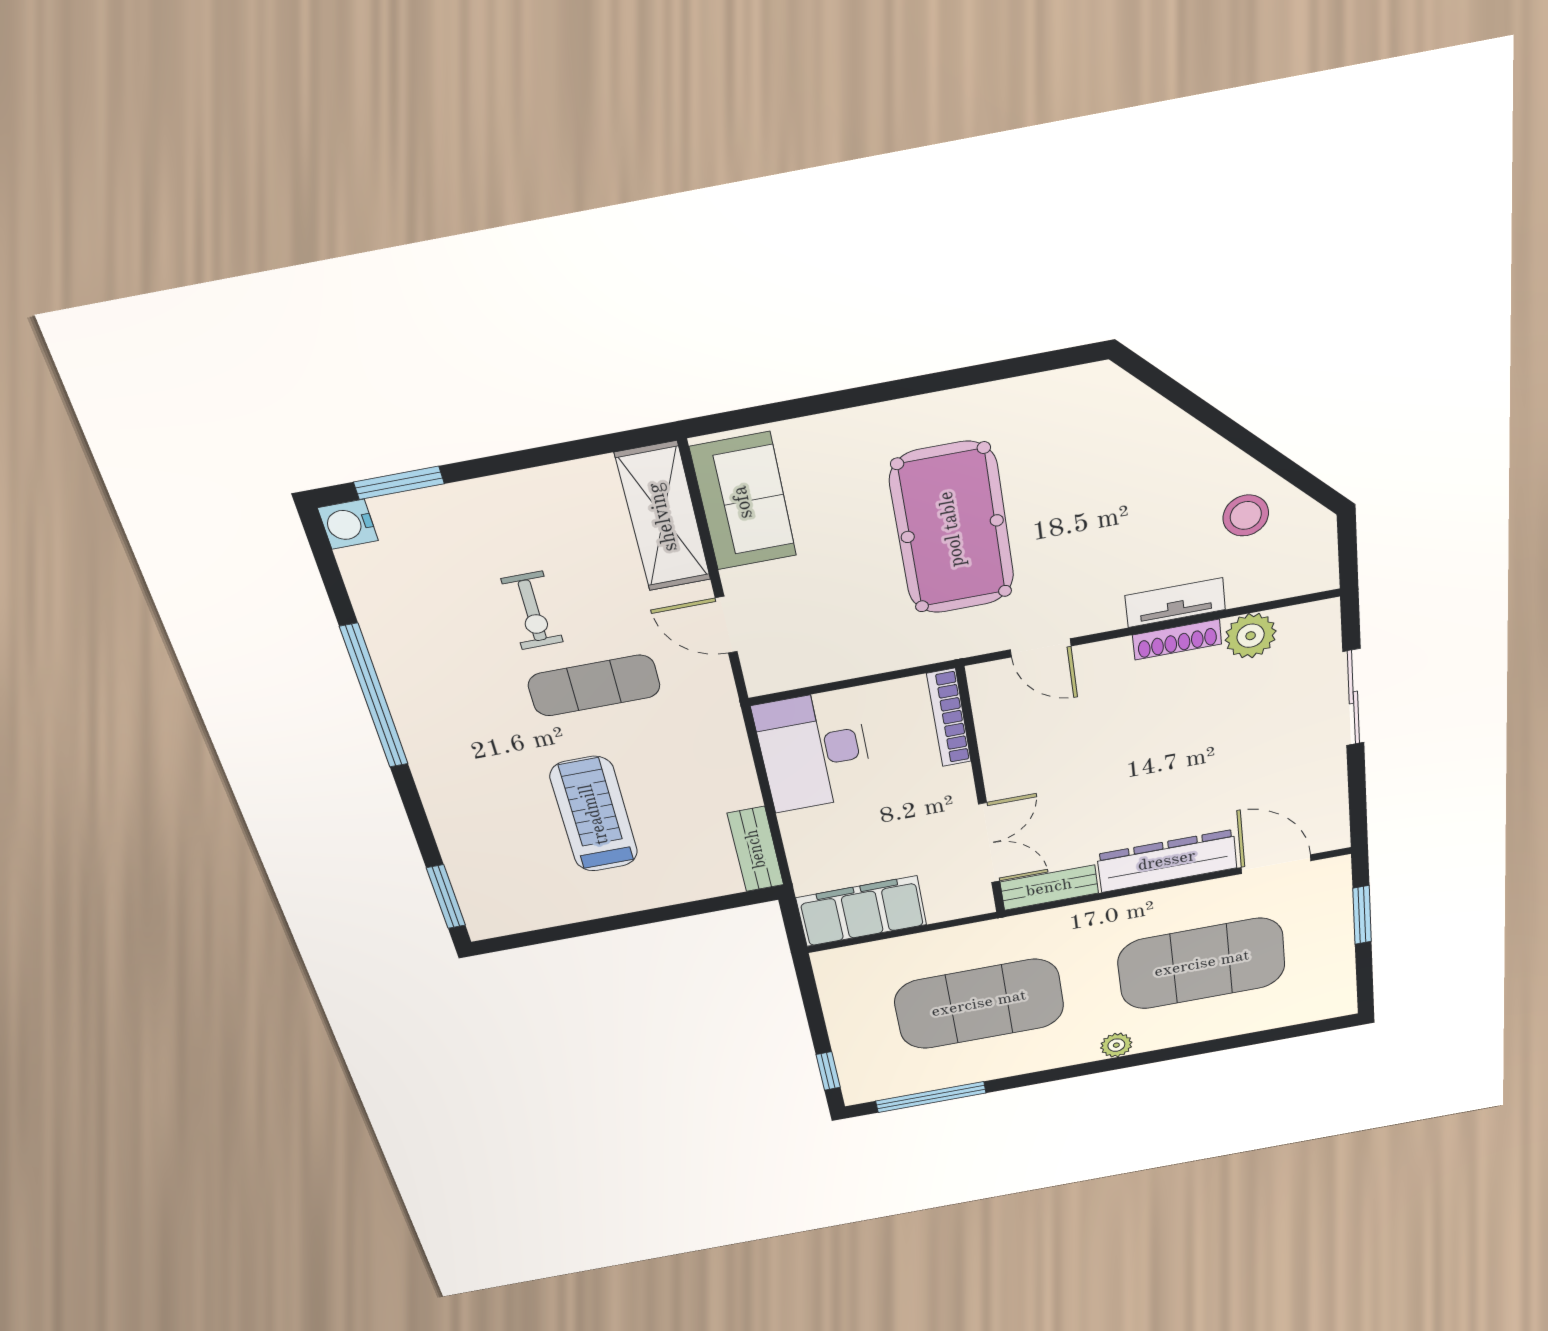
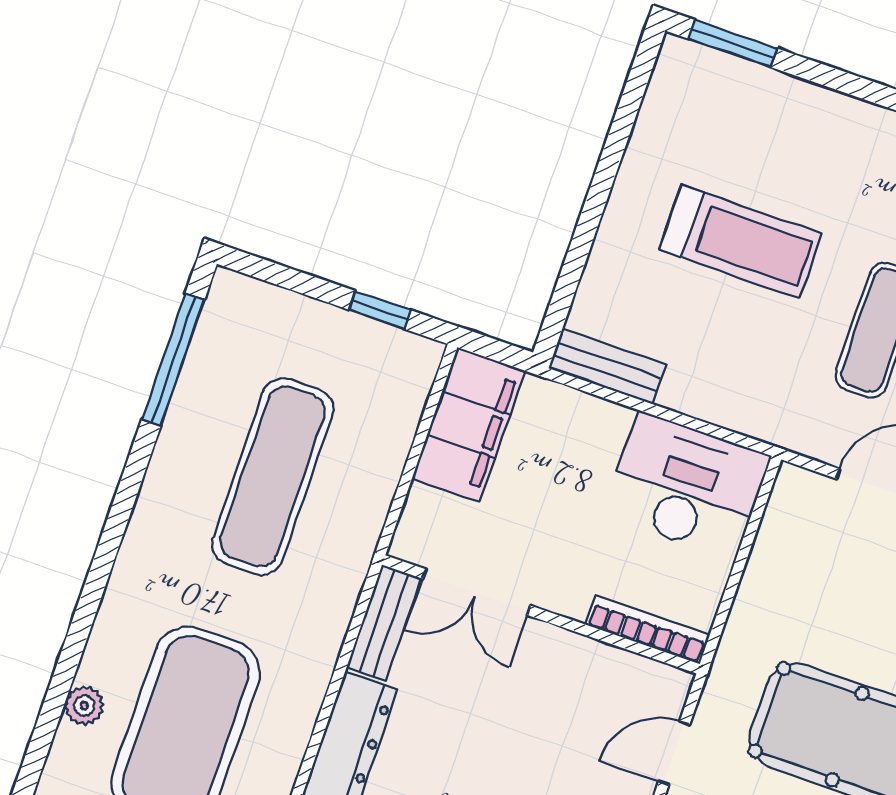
exercise mat: (979, 1004) -> (273, 477), width x0.68
plant: (1116, 1045) -> (84, 706), moved
window: (828, 1071) -> (380, 310), moved

